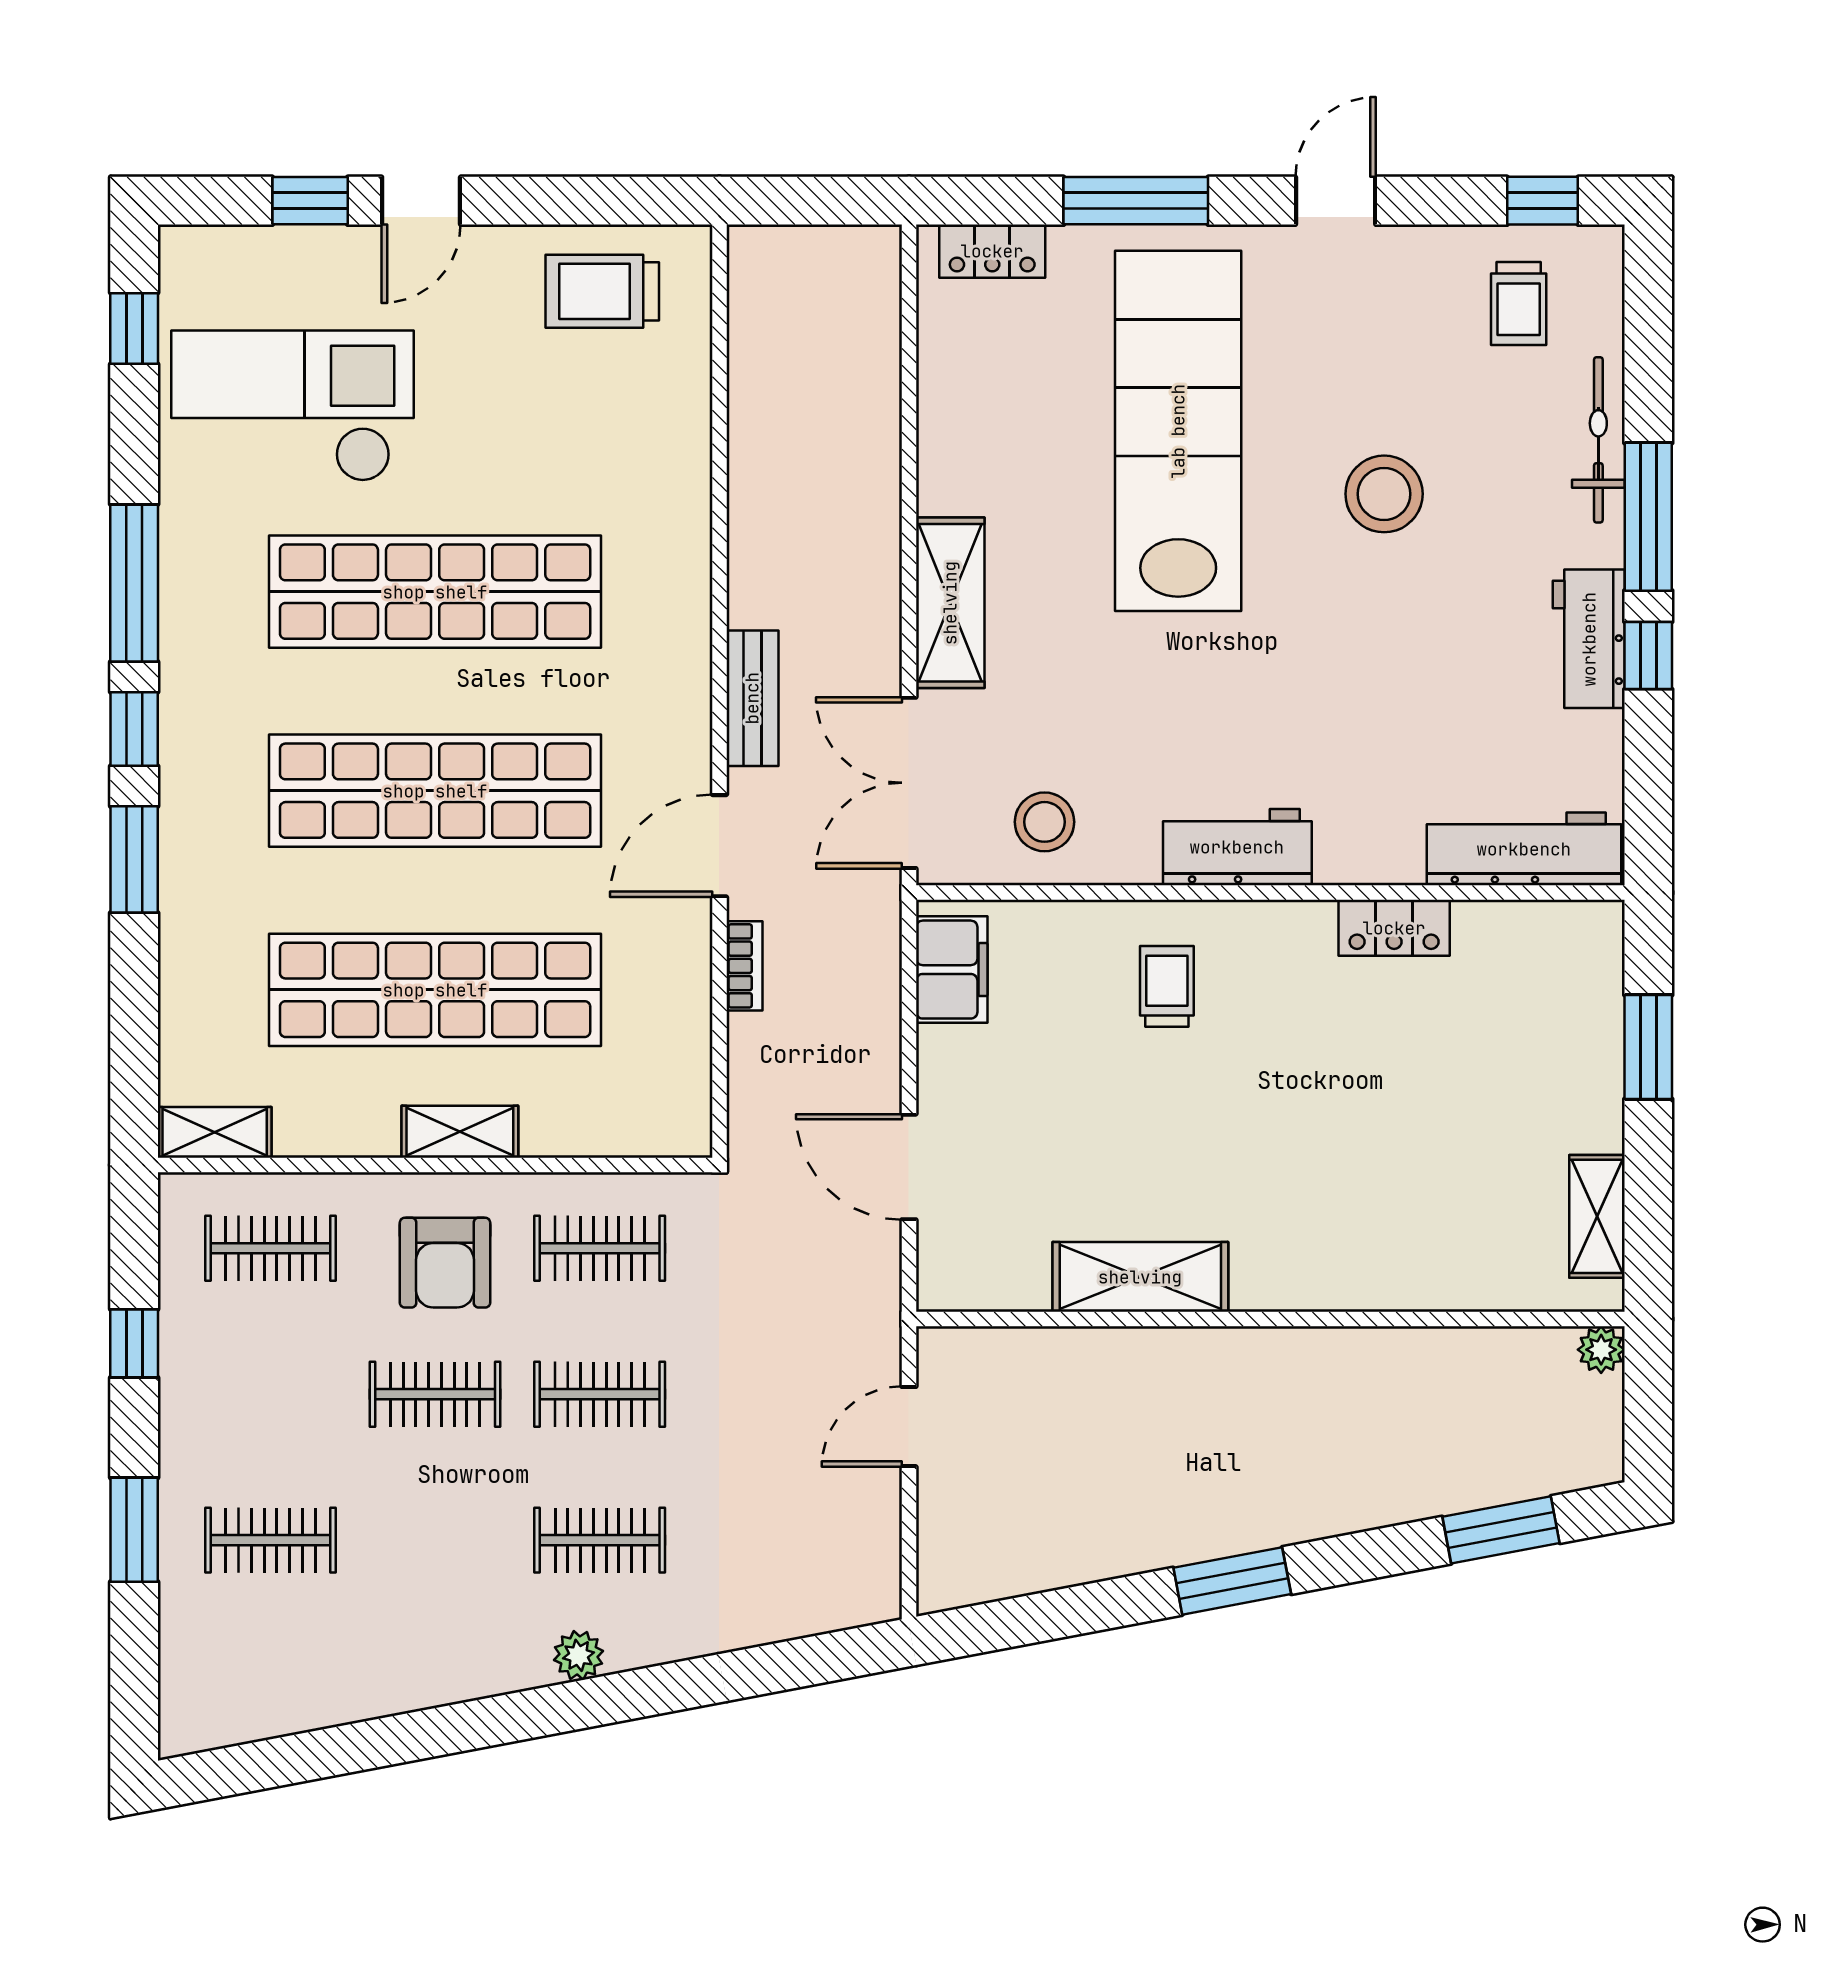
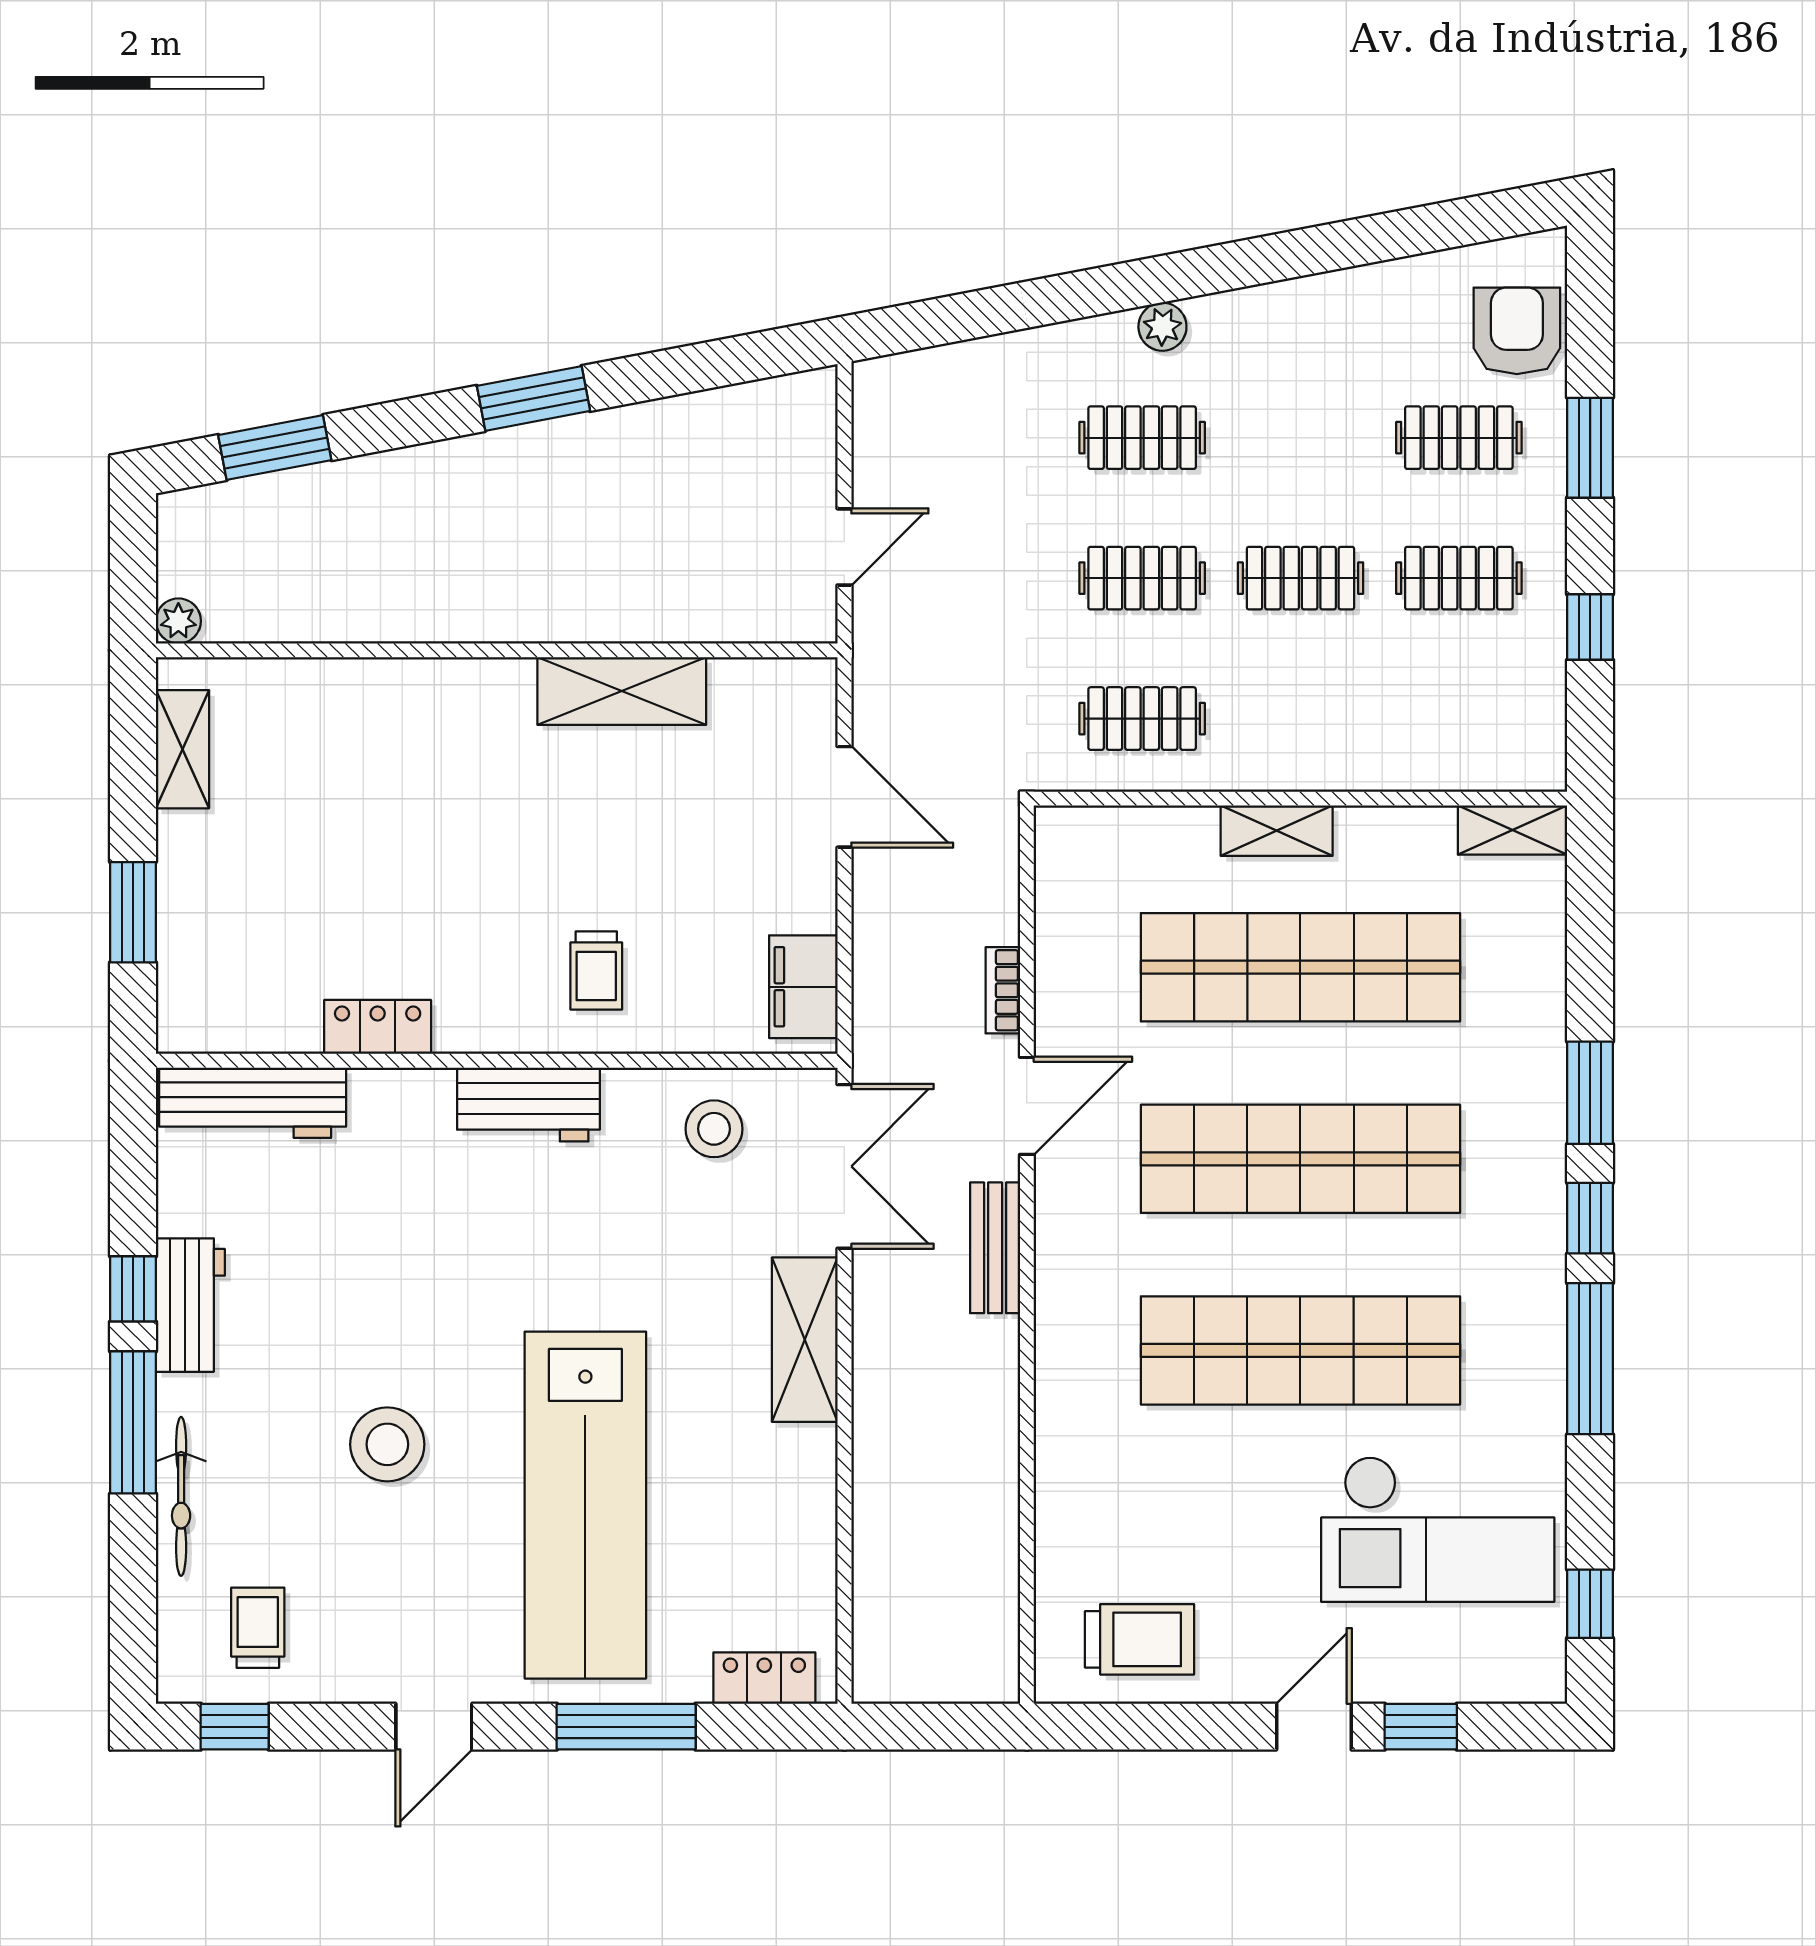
clothes rail: (270, 1248) -> (1459, 578), moved
armchair: (445, 1263) -> (1517, 331), moved

